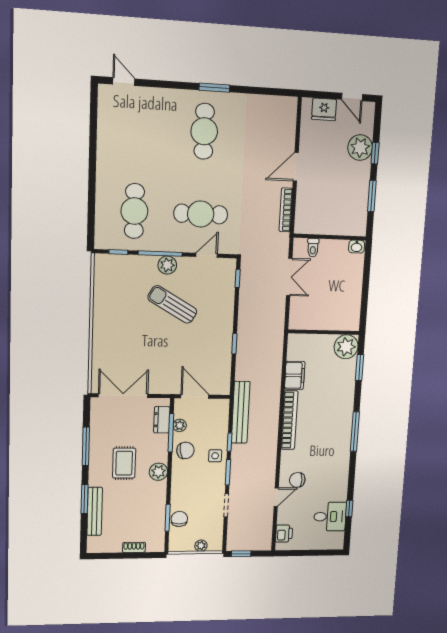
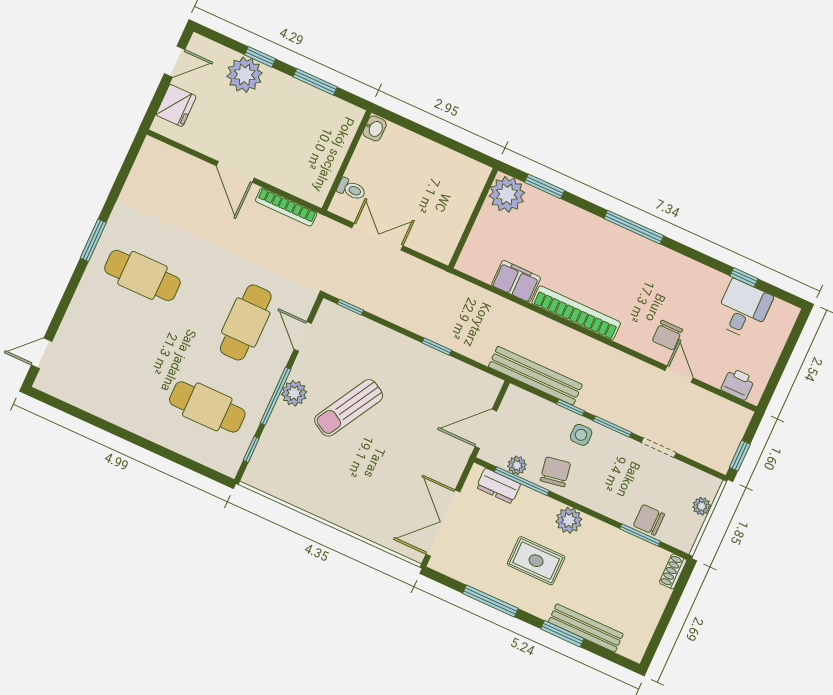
shoe rack: (134, 547) -> (673, 571), moved

